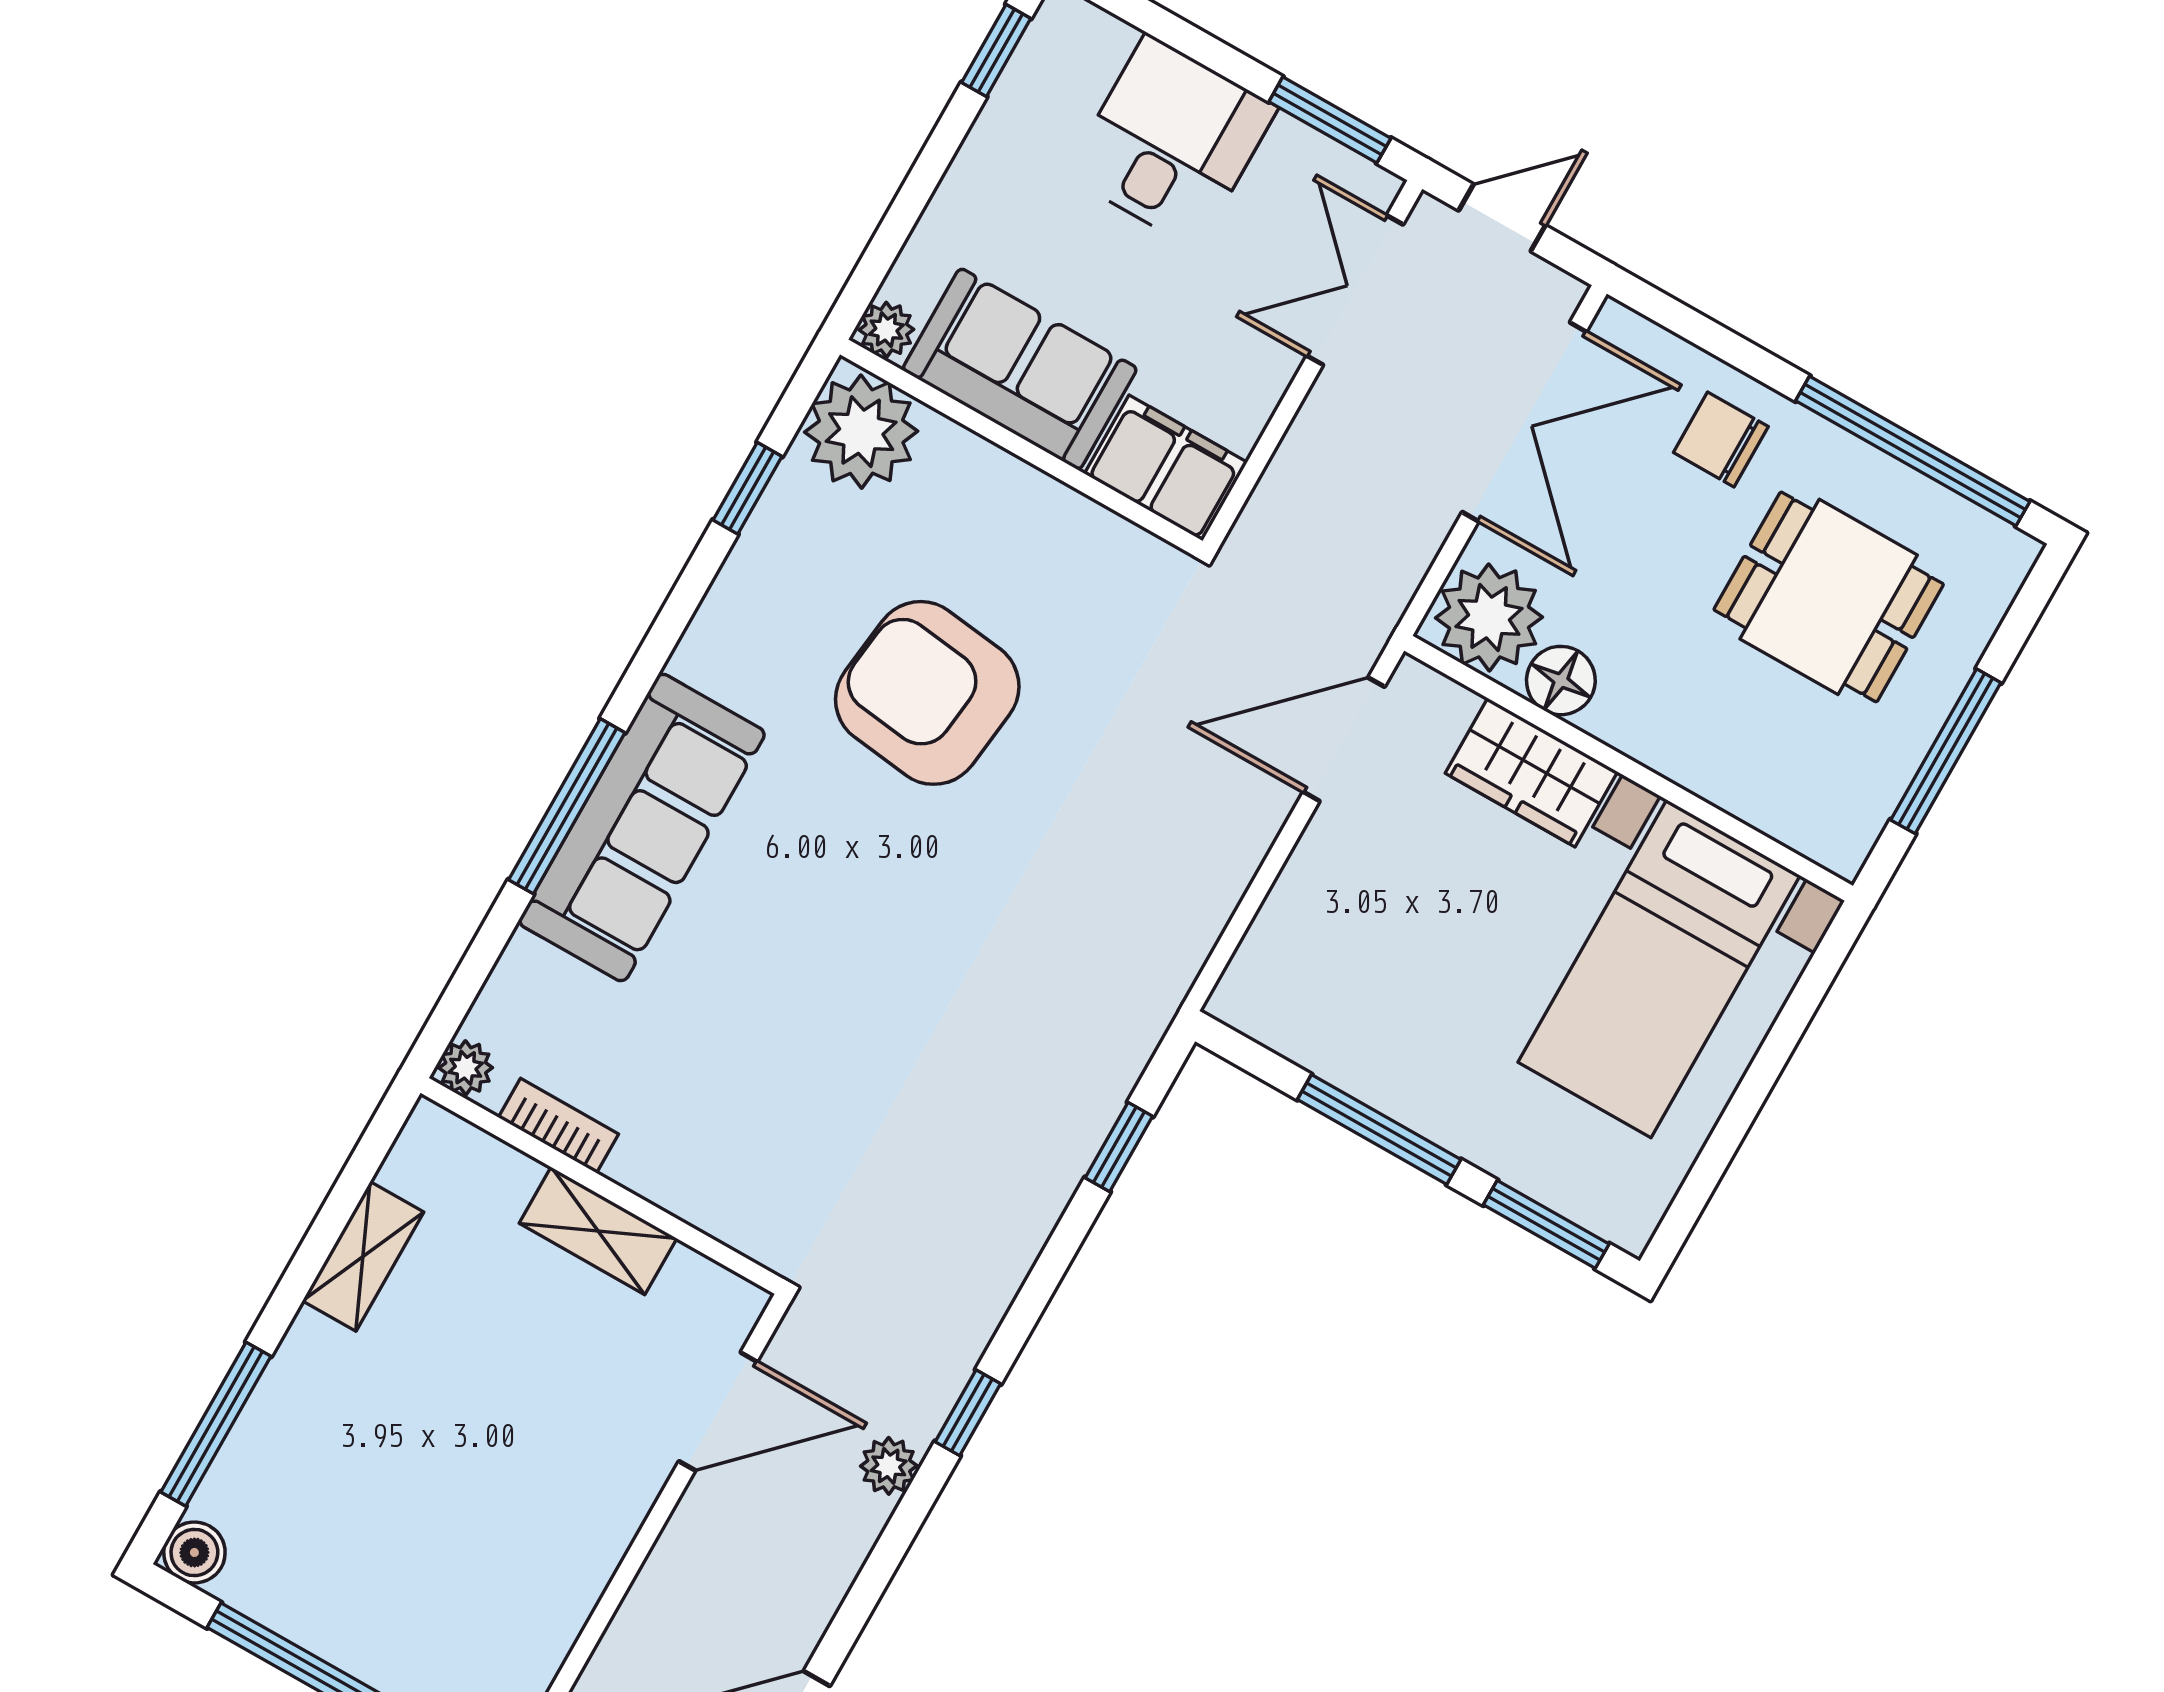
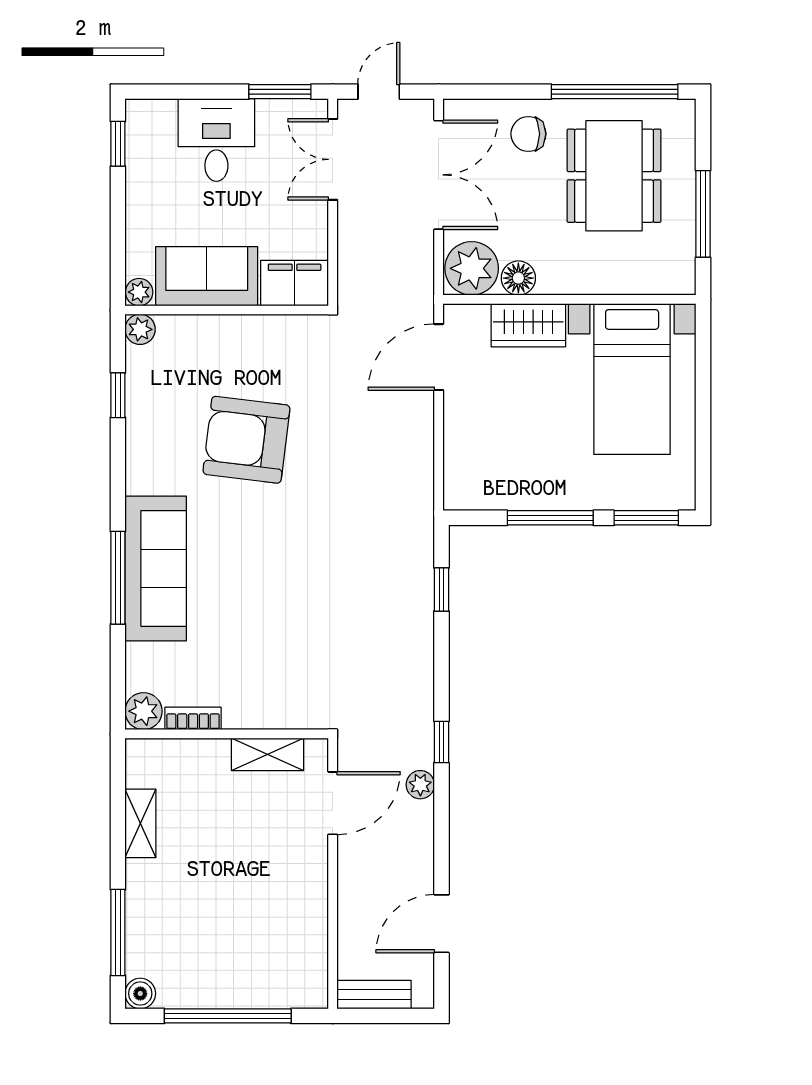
plant: (861, 432) -> (140, 329), width x0.53, depth x0.53
dining table: (1829, 597) -> (614, 176), width x1.38
plant: (466, 1068) -> (144, 711), width x1.38, depth x1.38
shelving: (598, 1231) -> (267, 754), moved

